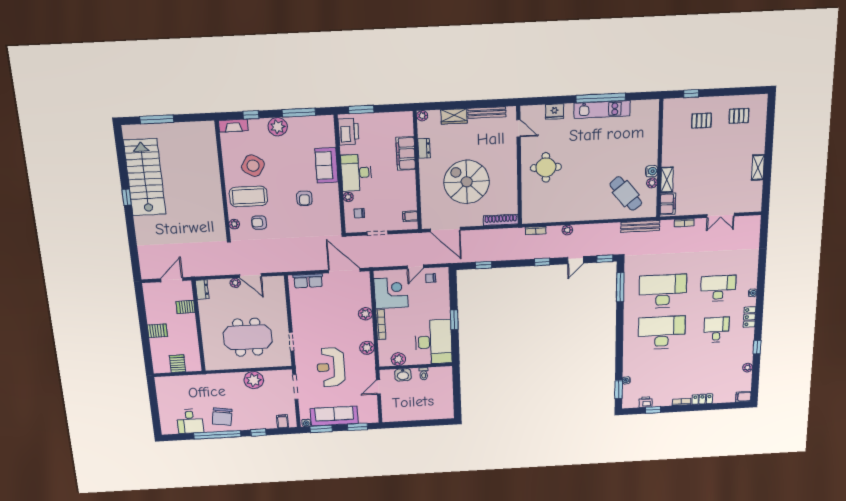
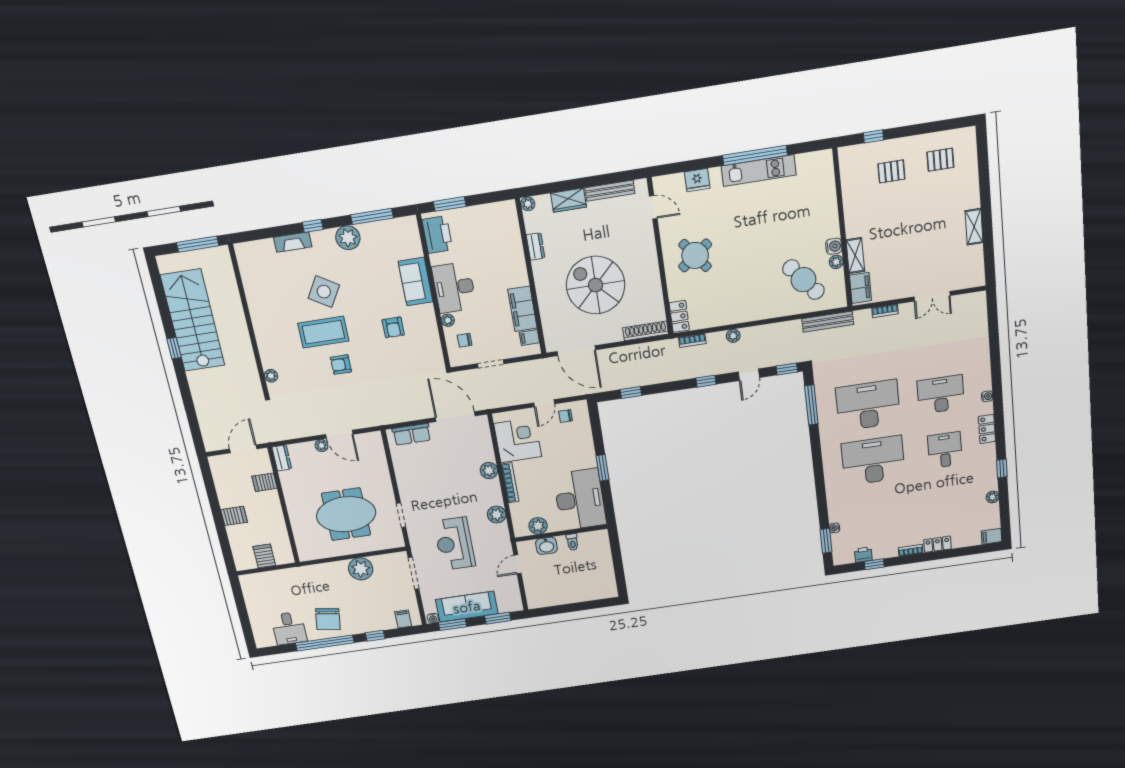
filing cabinet: (406, 154) -> (522, 309), moved
round table: (546, 167) -> (695, 255), turned -37
wall: (223, 181) -> (249, 321), moved
locker: (528, 212) -> (679, 316), added
plant: (234, 224) -> (271, 376), moved

